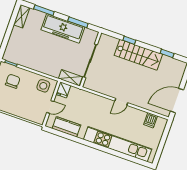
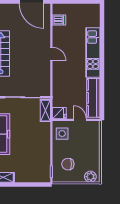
kitchen counter: (66, 127) -> (93, 98), width x1.50
kitchen unit: (118, 144) -> (93, 52), width x0.73

